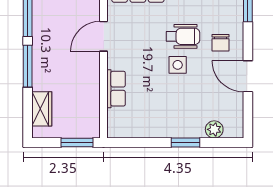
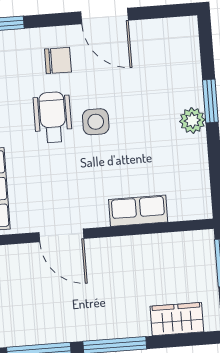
door: (248, 76) -> (105, 16), hinge flipped
plant: (214, 129) -> (192, 121), moved

